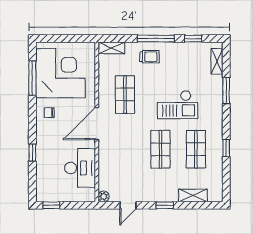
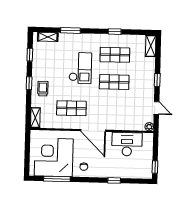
window: (156, 39) -> (29, 83), width x0.46
shelving: (193, 195) -> (151, 46), moved

